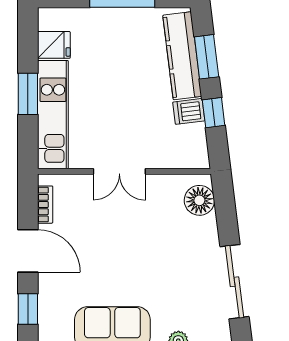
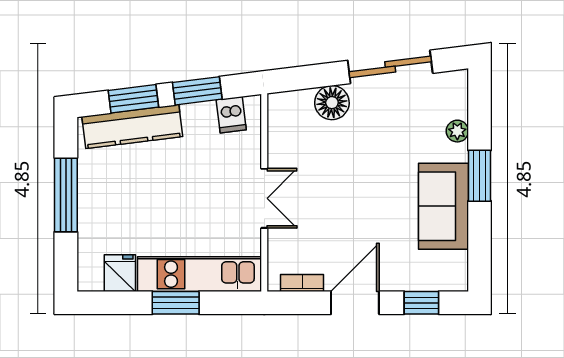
dishwasher: (189, 111) -> (231, 115), moved
window: (214, 113) -> (197, 91), width x1.50
floor lamp: (199, 200) -> (332, 103), moved

